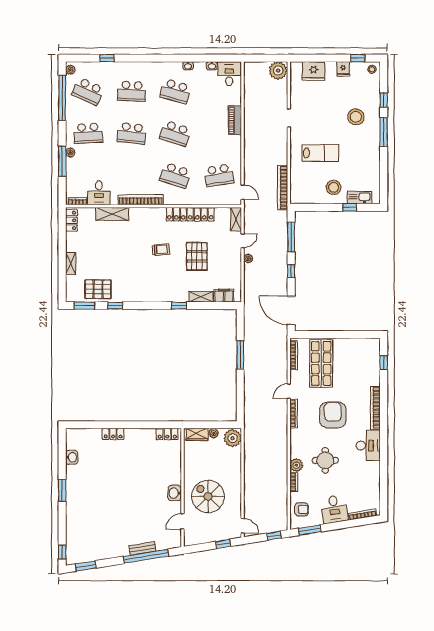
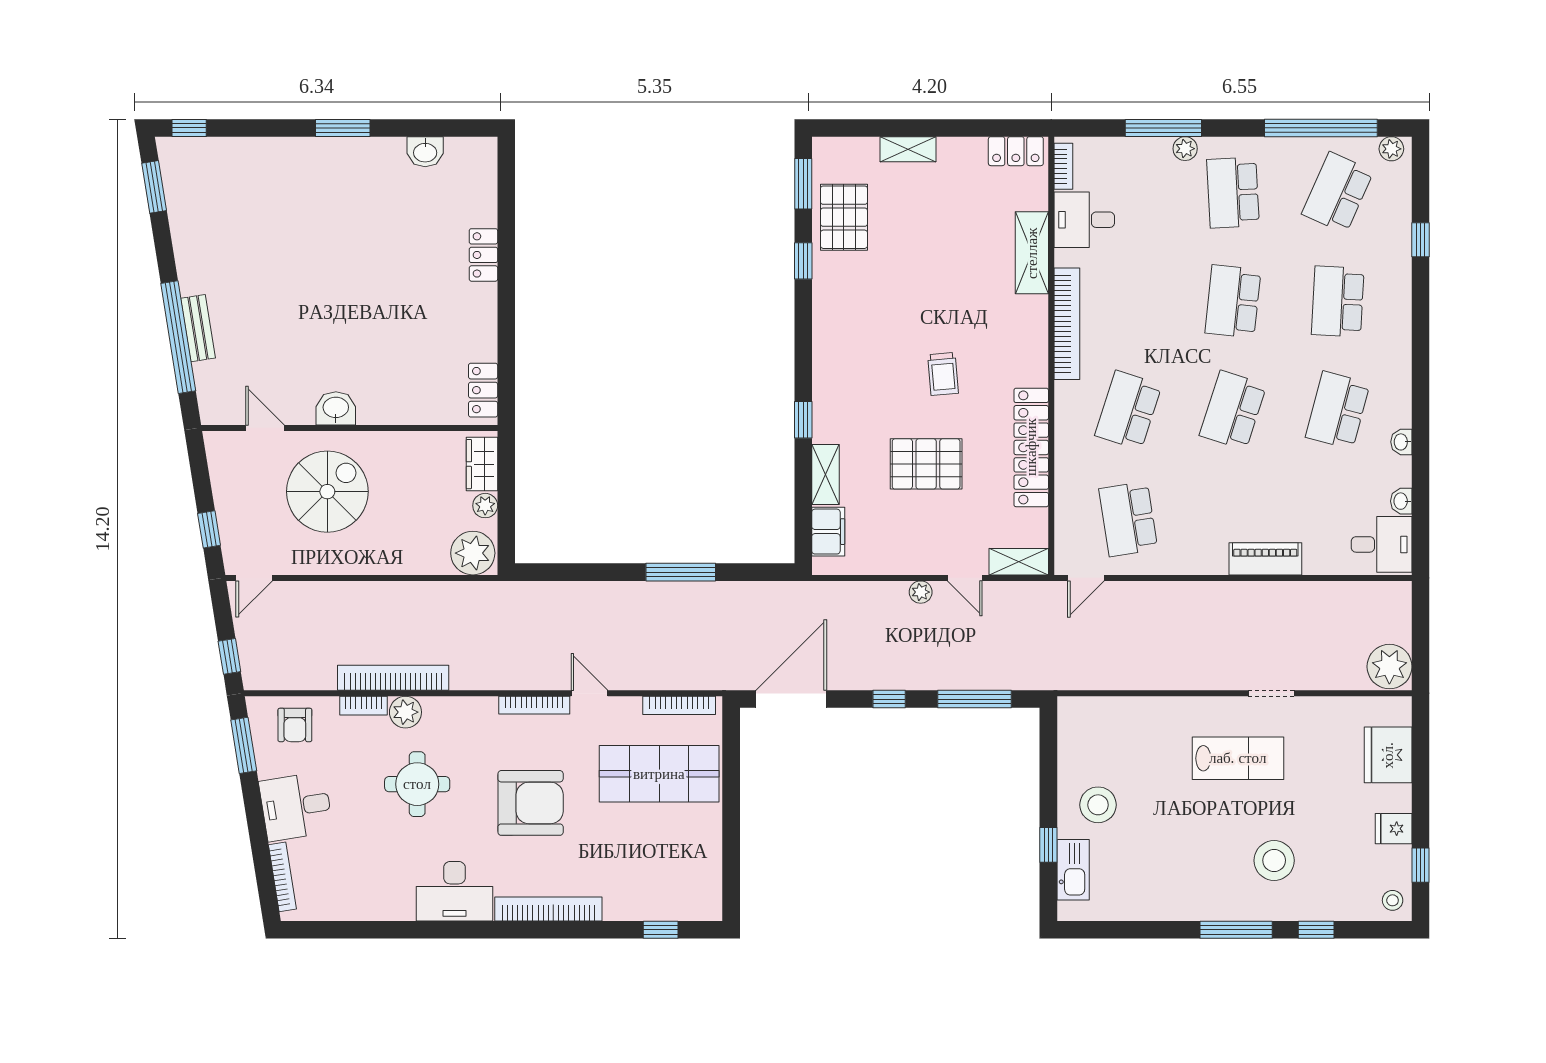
lab bench: (320, 153) -> (1238, 758), moved, turned -90
bookcase: (283, 188) -> (393, 678), moved

